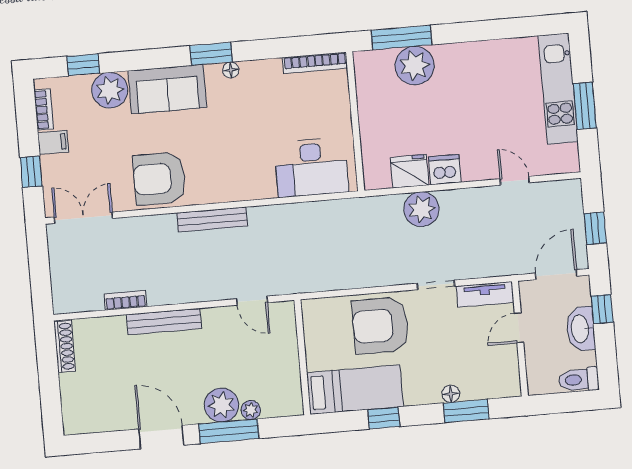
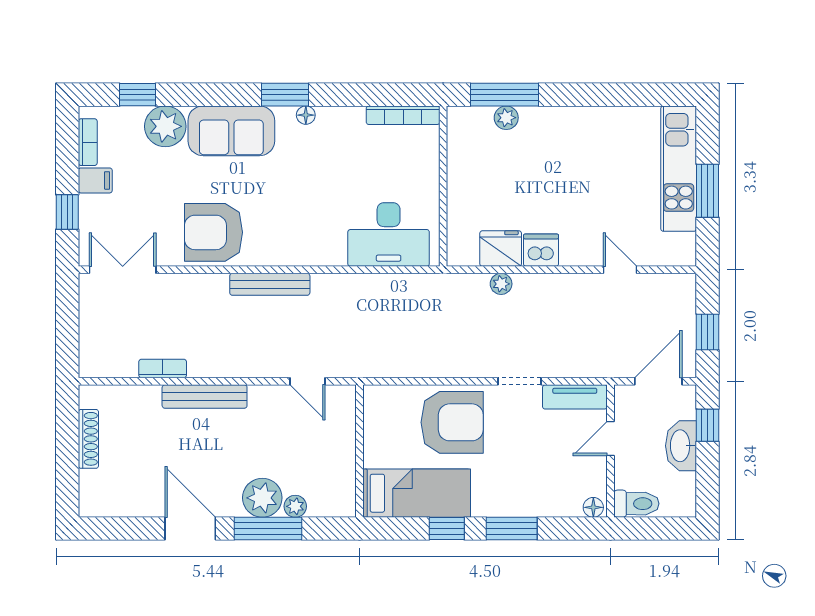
plant: (415, 66) -> (506, 118), width x0.53, depth x0.53
plant: (421, 209) -> (501, 284), width x0.53, depth x0.53
armchair: (380, 325) -> (452, 422), turned 180
shoe rack: (65, 346) -> (88, 439), moved
toilet: (579, 380) -> (636, 504), moved, turned 180
floor lamp: (451, 394) -> (593, 507), moved
window: (466, 411) -> (512, 529), moved

